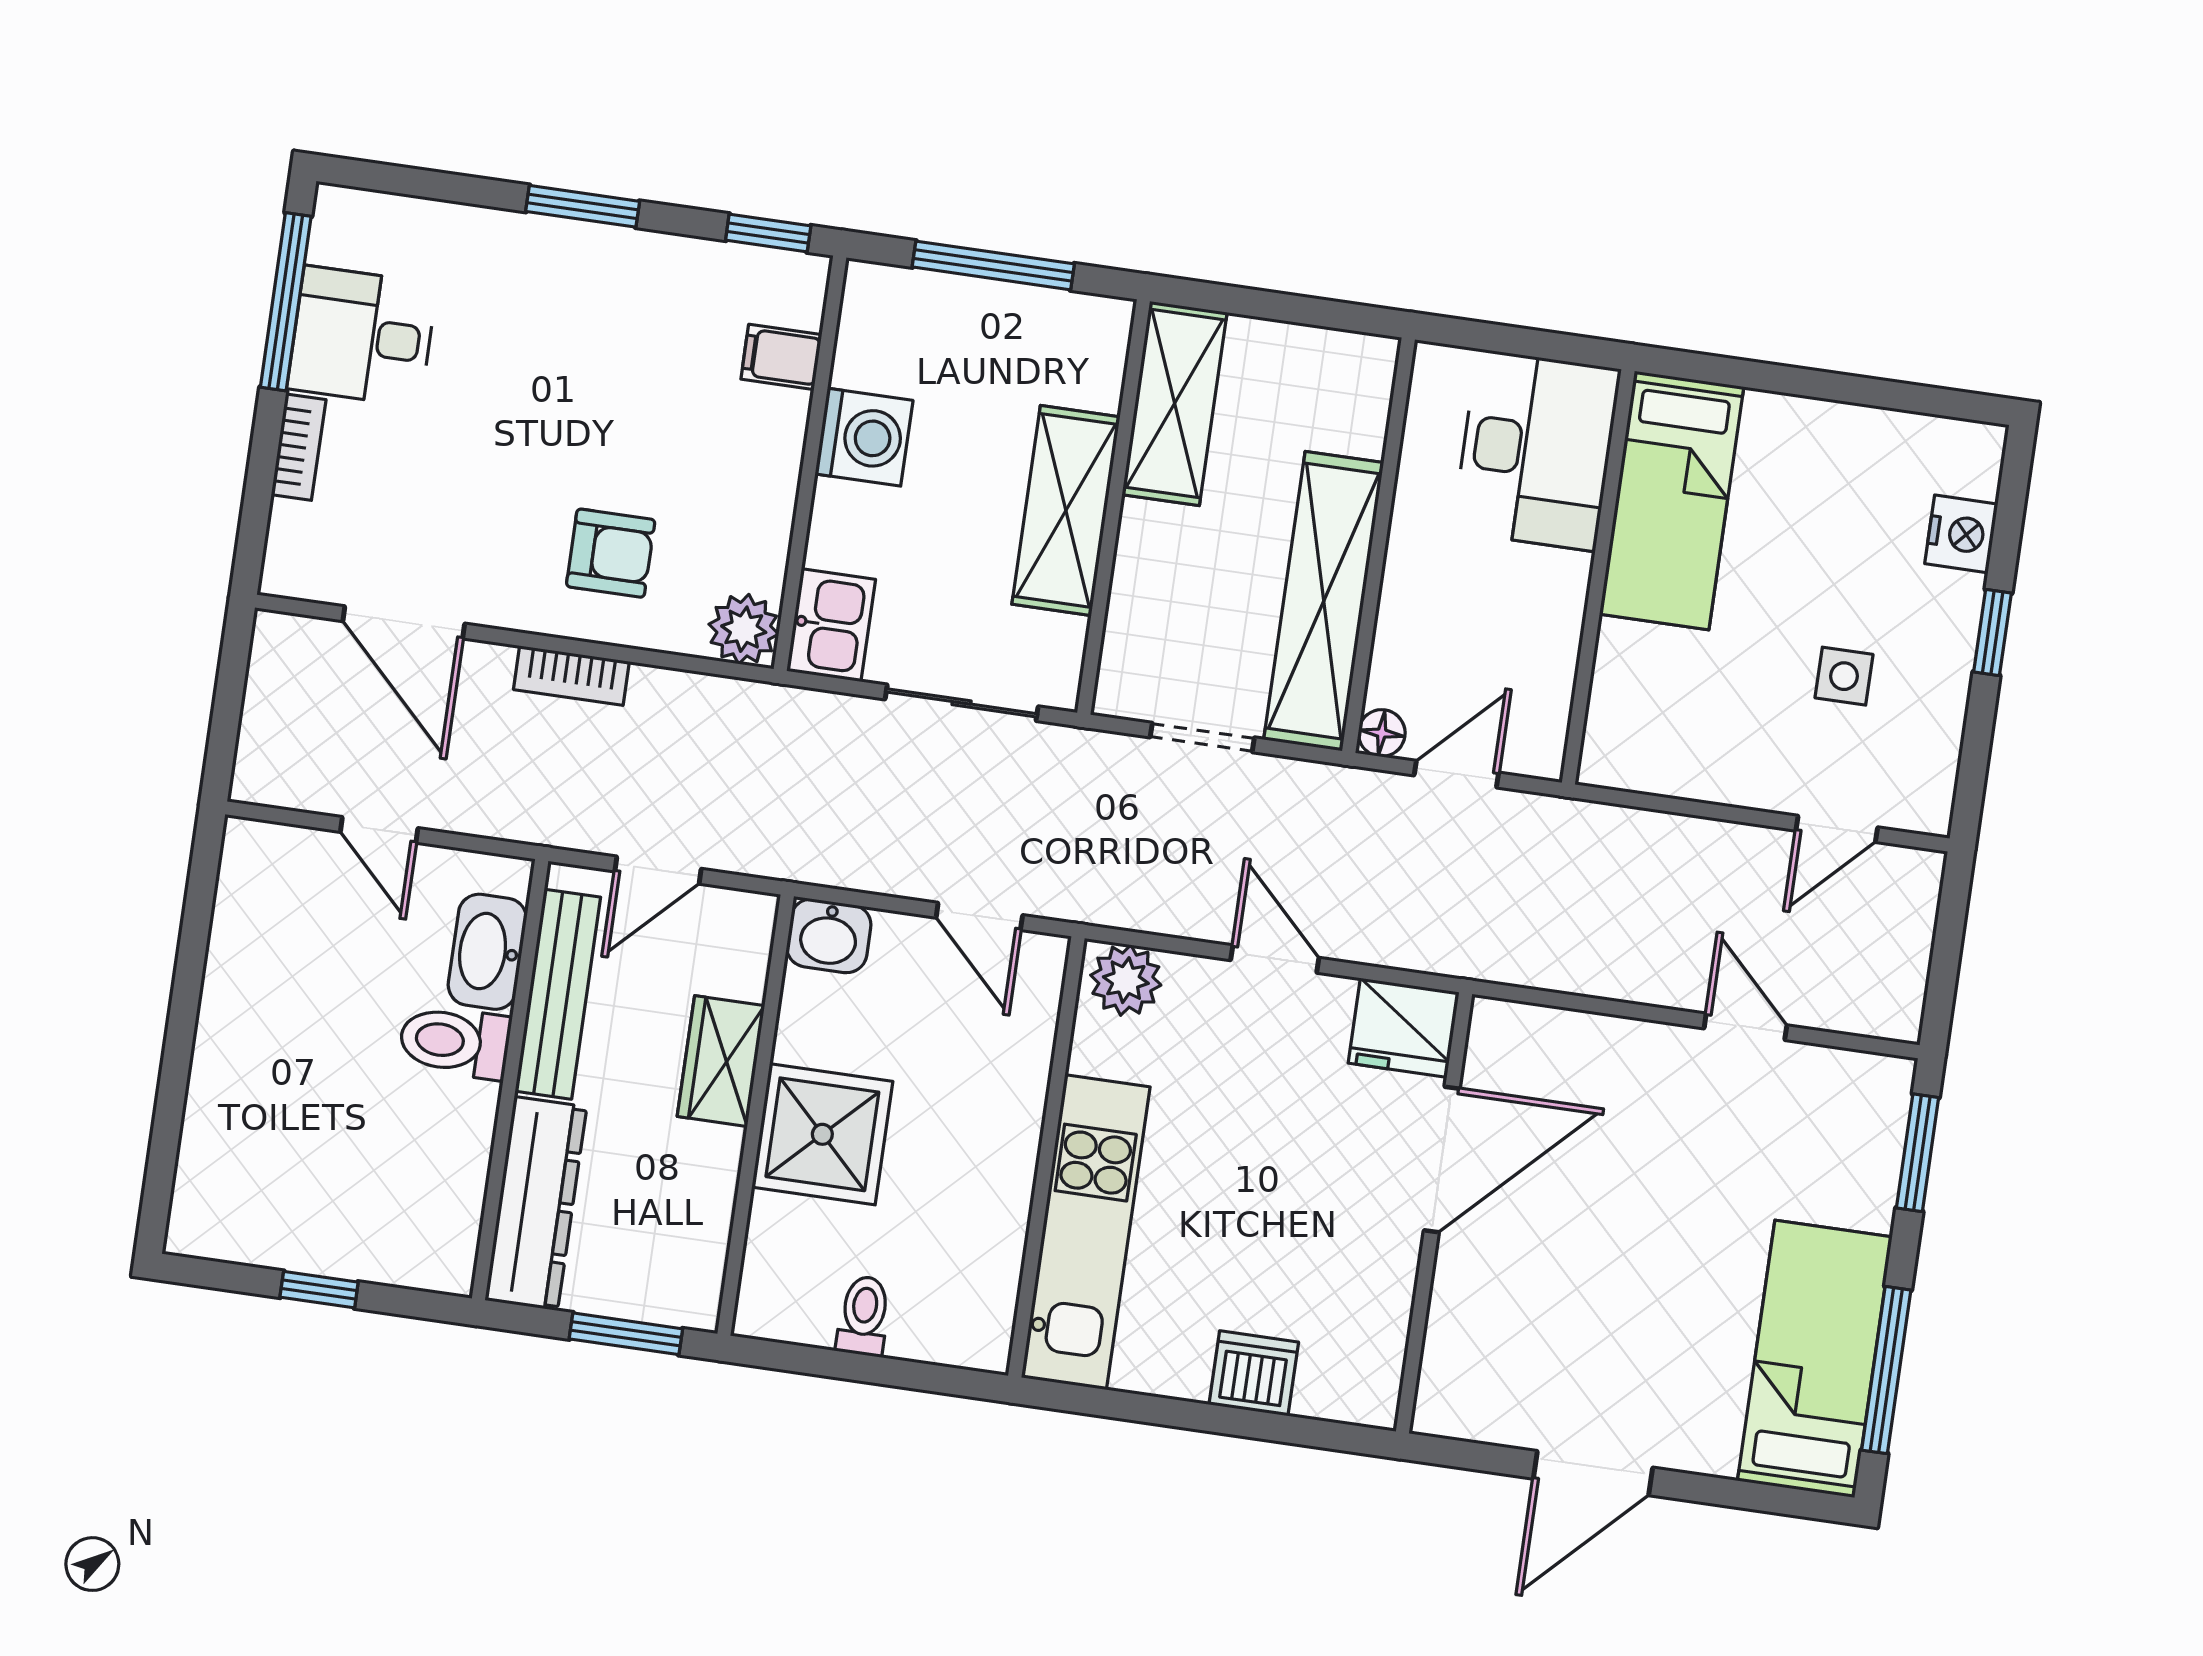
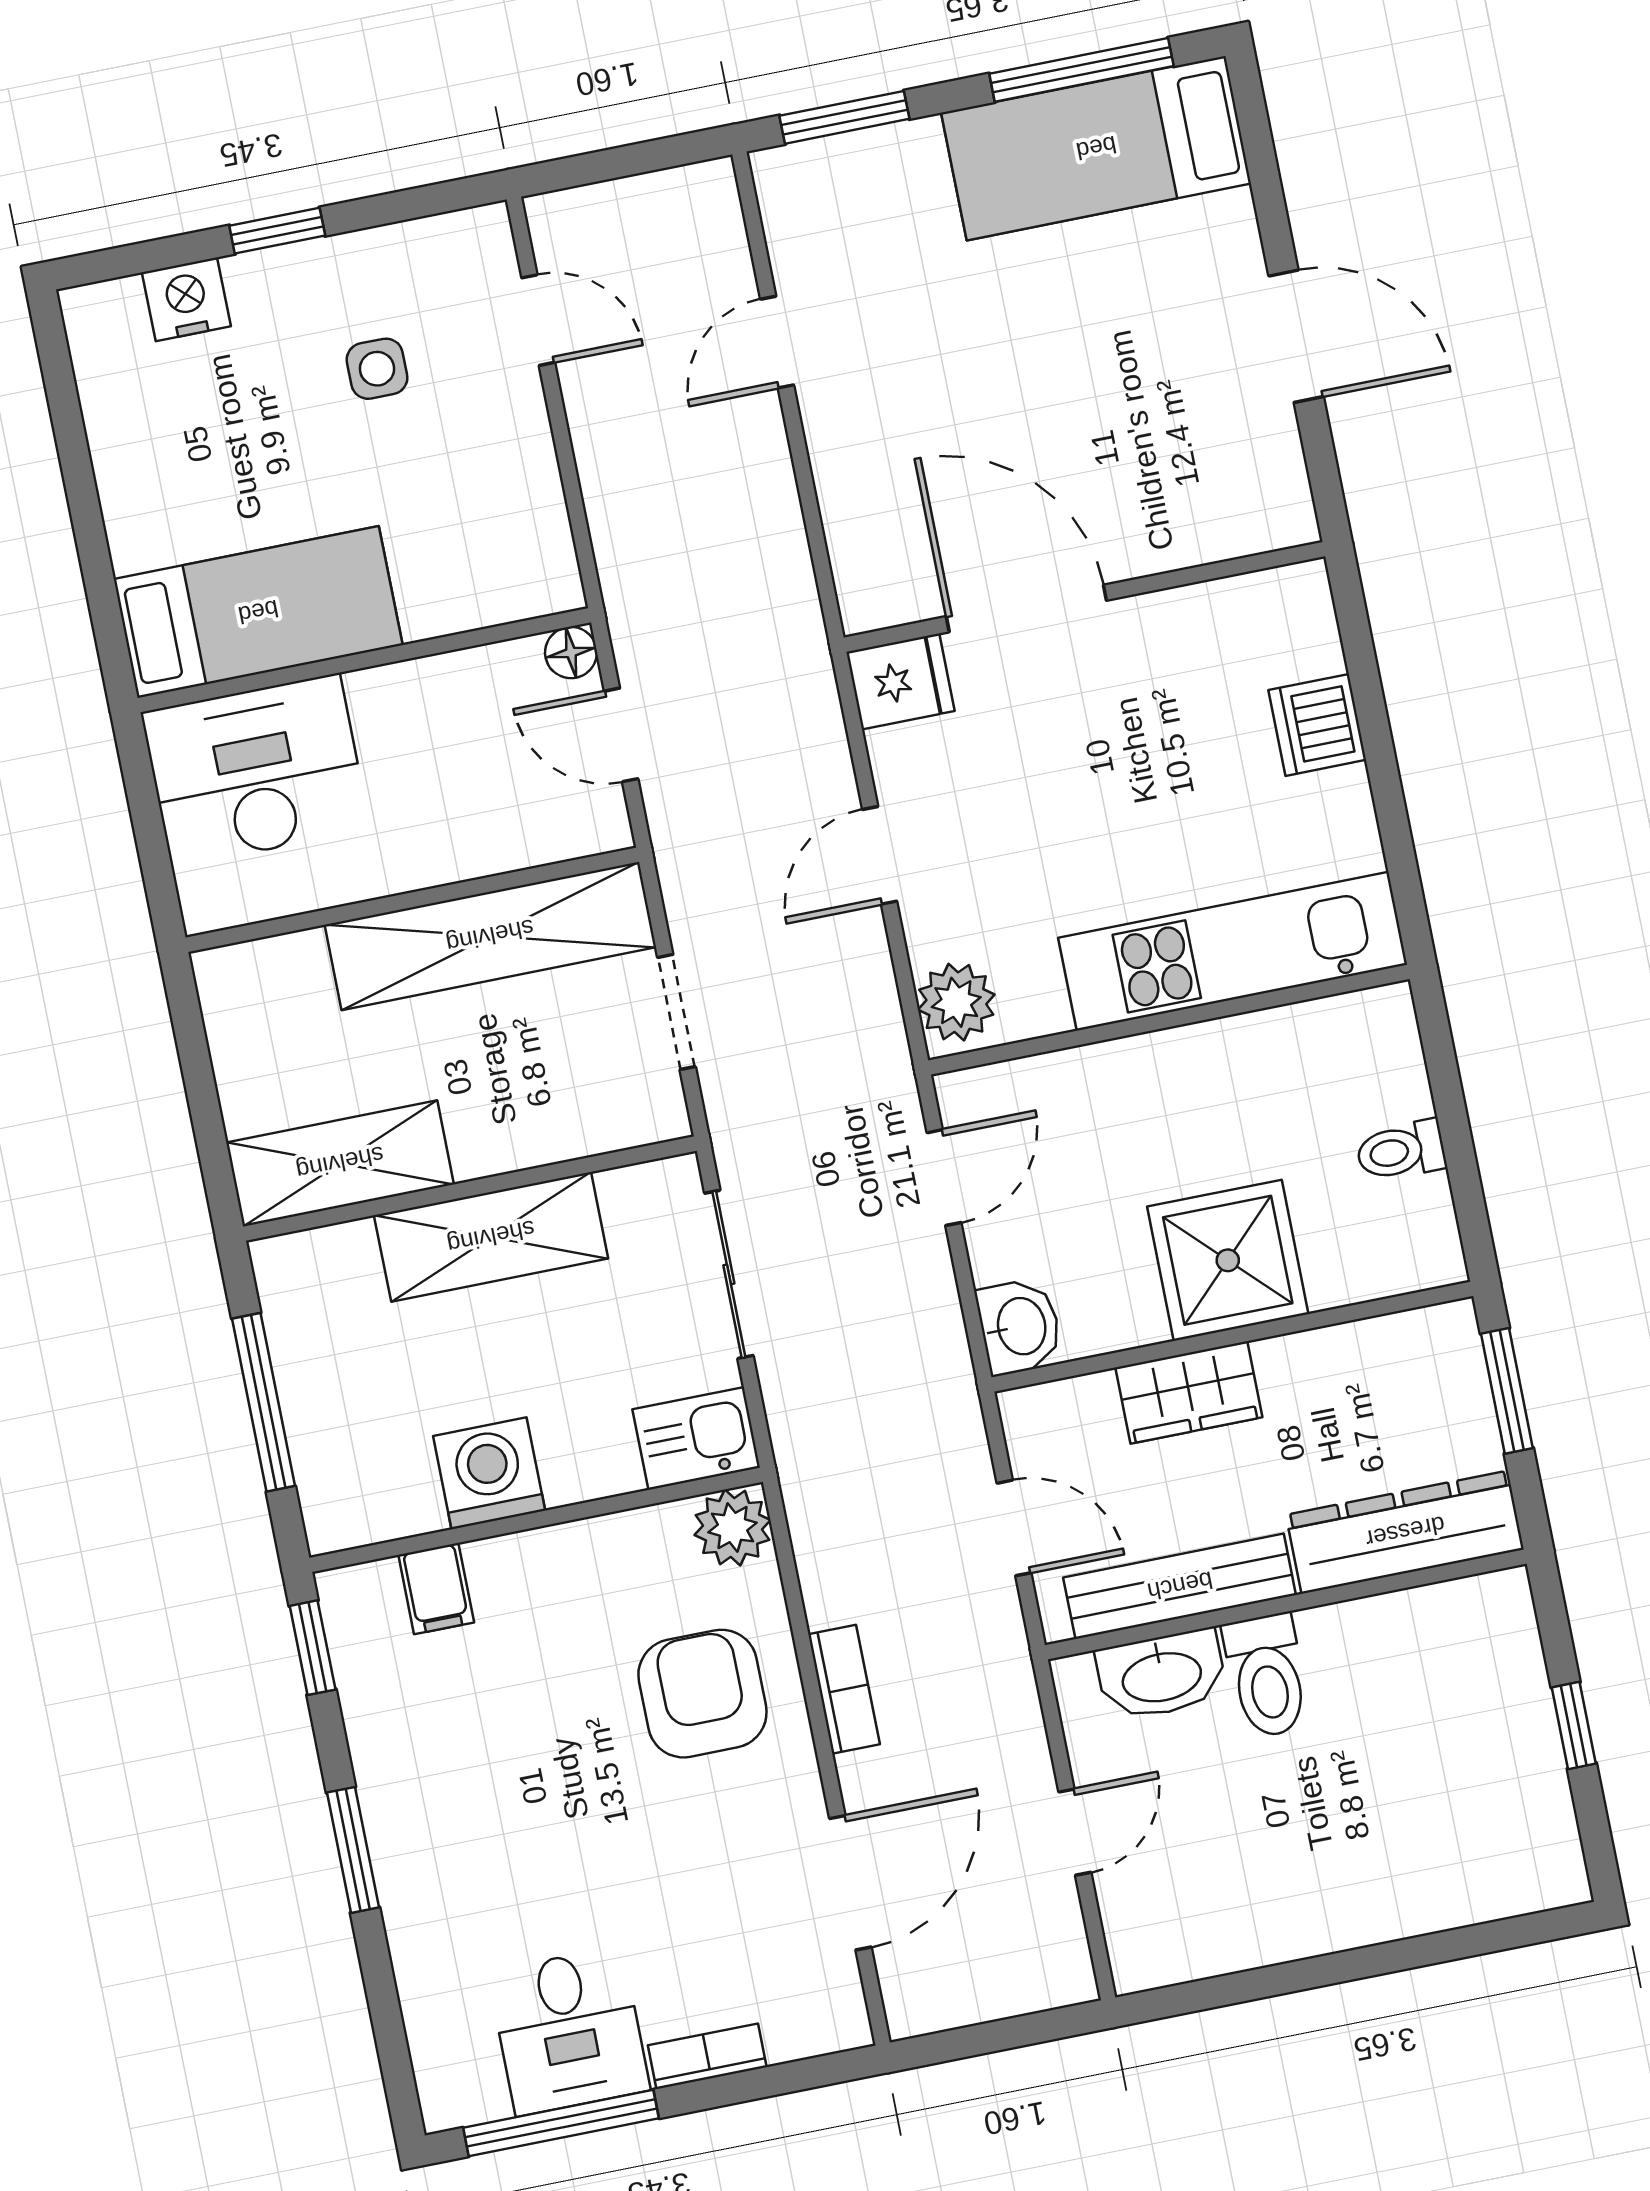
armchair: (611, 553) -> (702, 1694), width x1.38, depth x1.38
floor lamp: (1382, 733) -> (571, 653), moved
fridge: (1404, 1028) -> (900, 681), width x0.72

